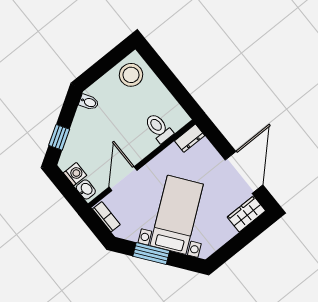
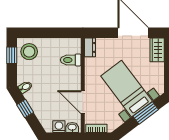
window: (112, 59) -> (12, 55), added
window: (59, 137) -> (25, 109), moved
window: (151, 253) -> (146, 113), moved

